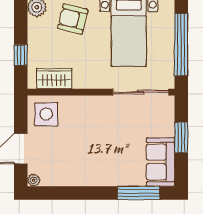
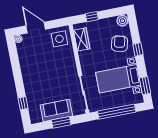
sofa: (160, 162) -> (56, 110), moved
window: (139, 193) -> (23, 103), width x0.46

